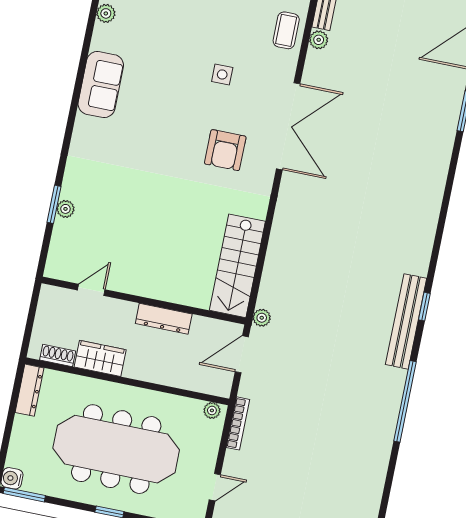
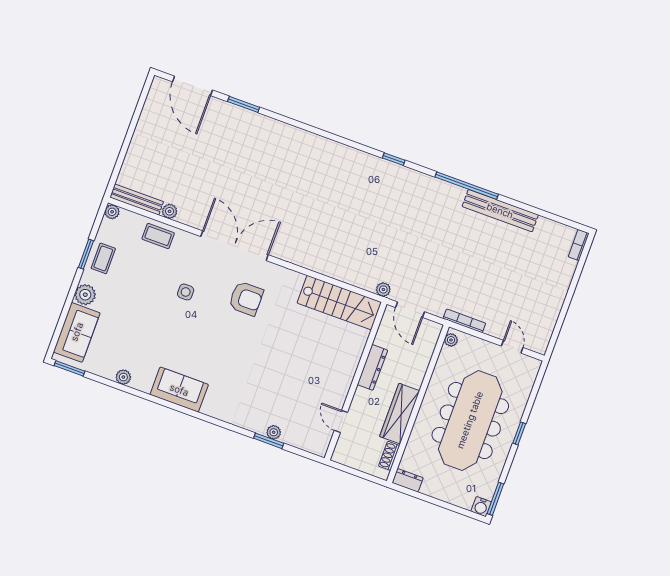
bench: (406, 321) -> (500, 211), moved
wardrobe: (100, 358) -> (400, 414), width x1.50
dresser: (30, 390) -> (408, 480), width x0.70

